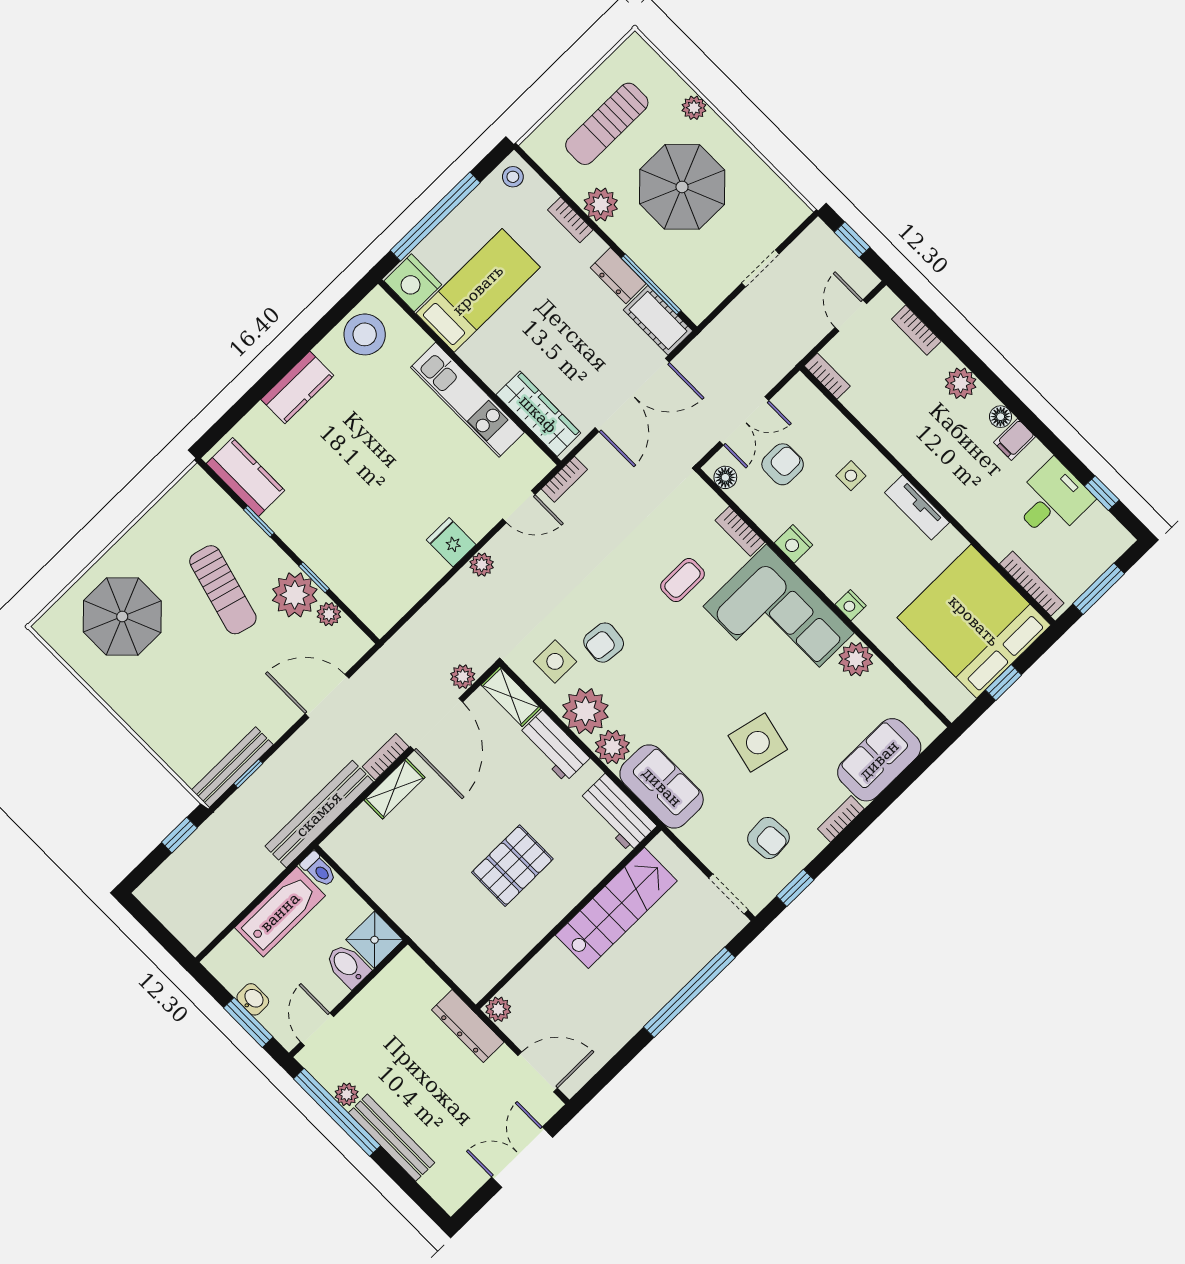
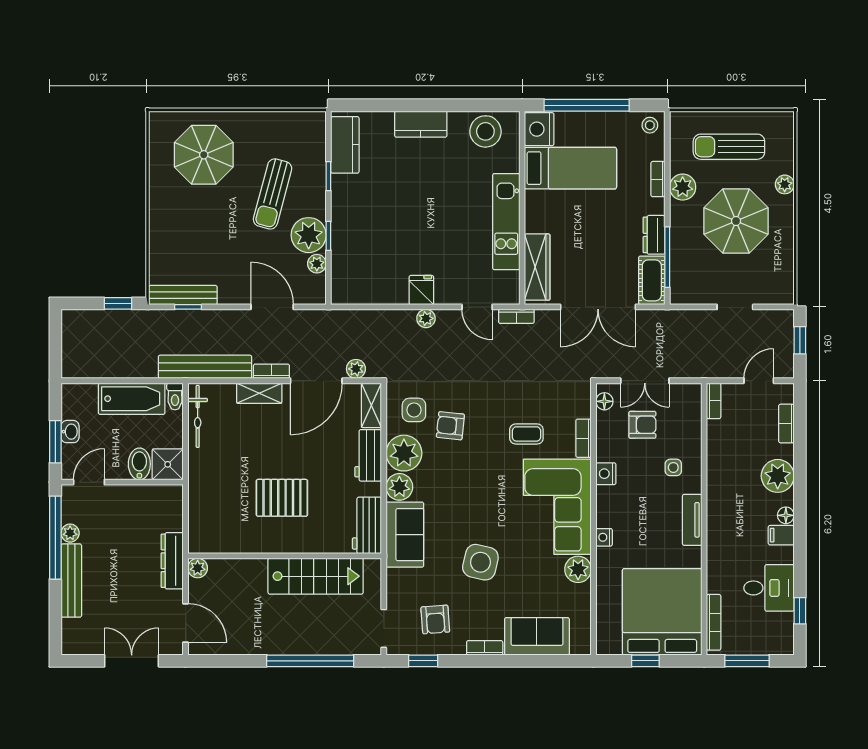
plant: (961, 383) -> (778, 476), width x1.36, depth x1.36
bicycle: (358, 867) -> (198, 416), added

